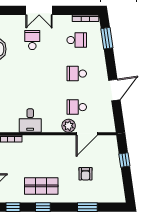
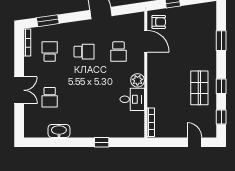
school desk: (32, 40) -> (50, 97), turned -90
school desk: (77, 74) -> (84, 52), turned -90
plant: (69, 126) -> (138, 80), moved
armchair: (85, 174) -> (159, 22), moved

